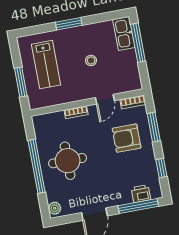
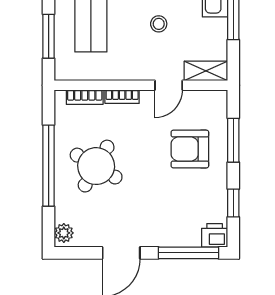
shelving: (127, 85) -> (206, 71), added
bookcase: (133, 102) -> (85, 97), moved
round table: (68, 161) -> (96, 166), turned 30
printer: (141, 194) -> (215, 235), moved

